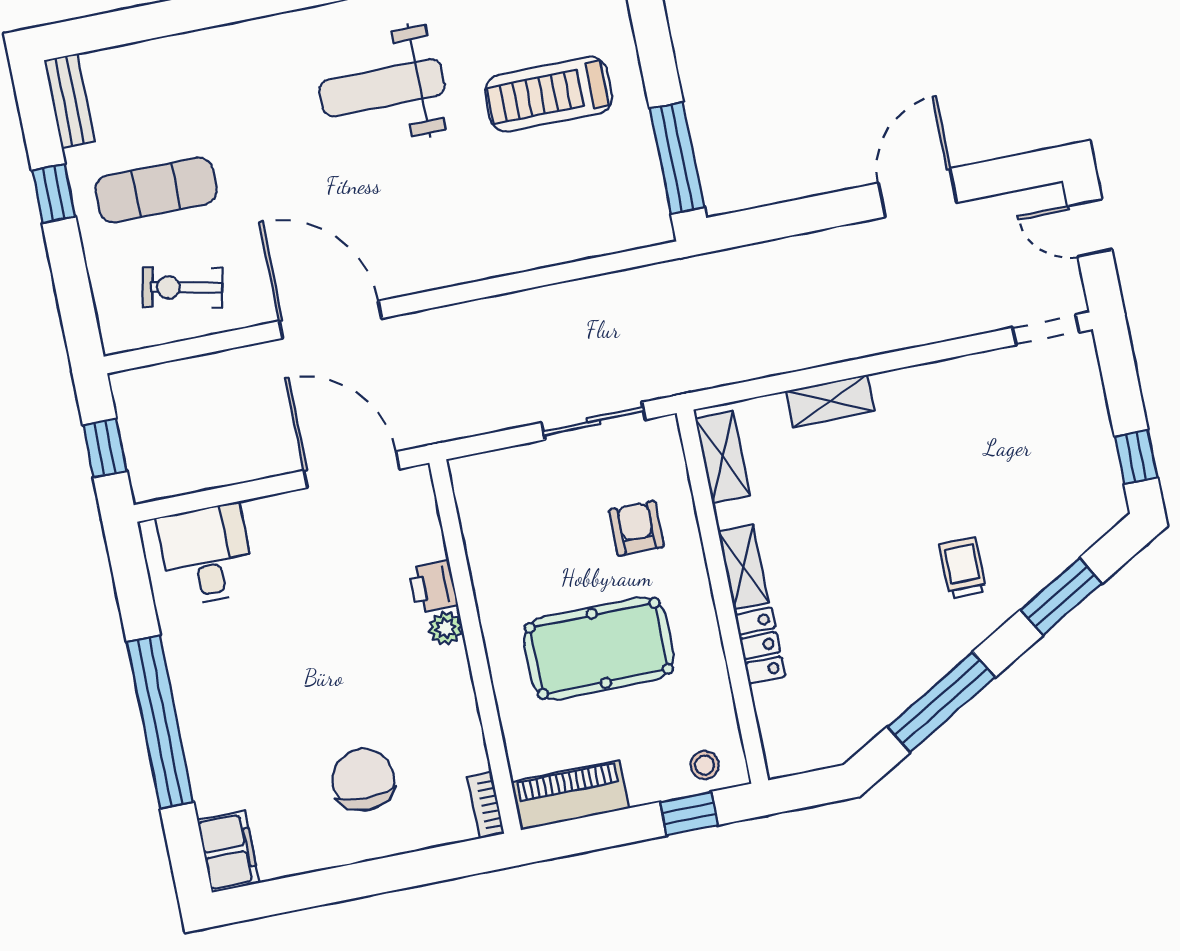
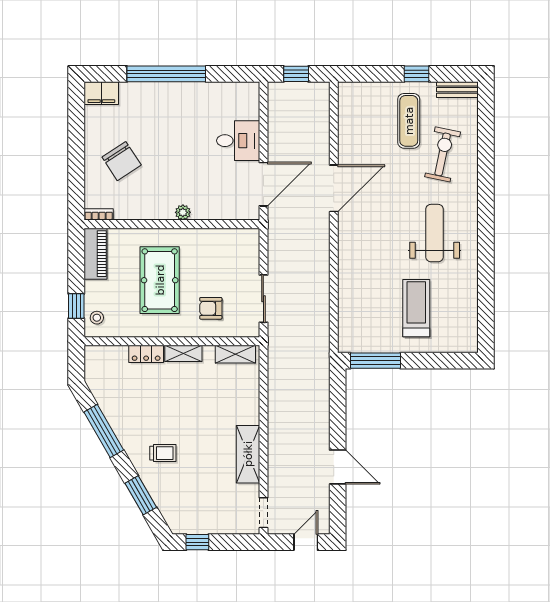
exercise bike: (183, 287) -> (443, 154), moved, width x1.38, depth x1.39
shelving: (830, 401) -> (248, 454), moved, width x1.50, depth x1.33
armchair: (636, 528) -> (211, 308), turned 180
desk: (206, 555) -> (238, 141), moved
printer: (433, 587) -> (203, 211), removed
chair: (363, 780) -> (122, 161), turned 57

